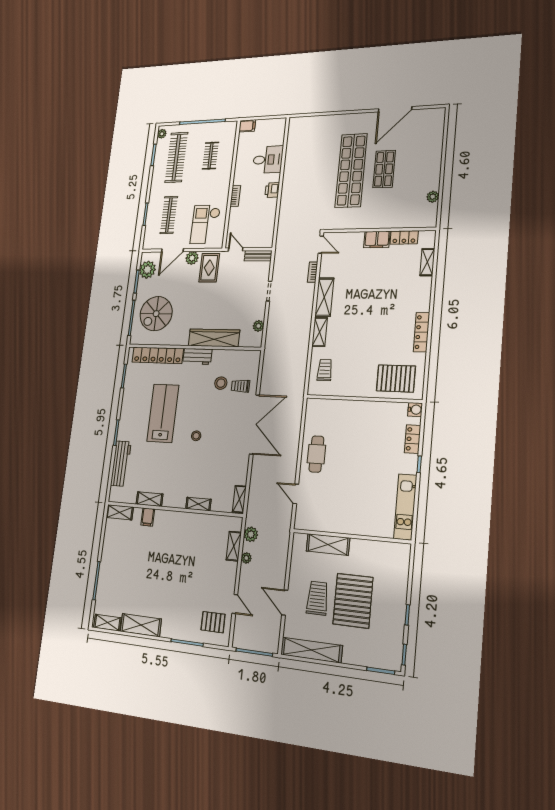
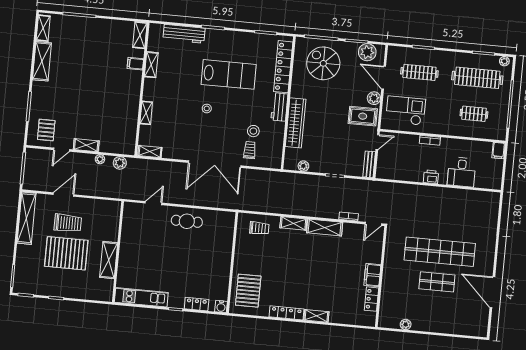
shelving: (427, 262) -> (316, 316), moved
shelving: (328, 544) -> (109, 260), moved
shelving: (234, 546) -> (86, 145), moved

